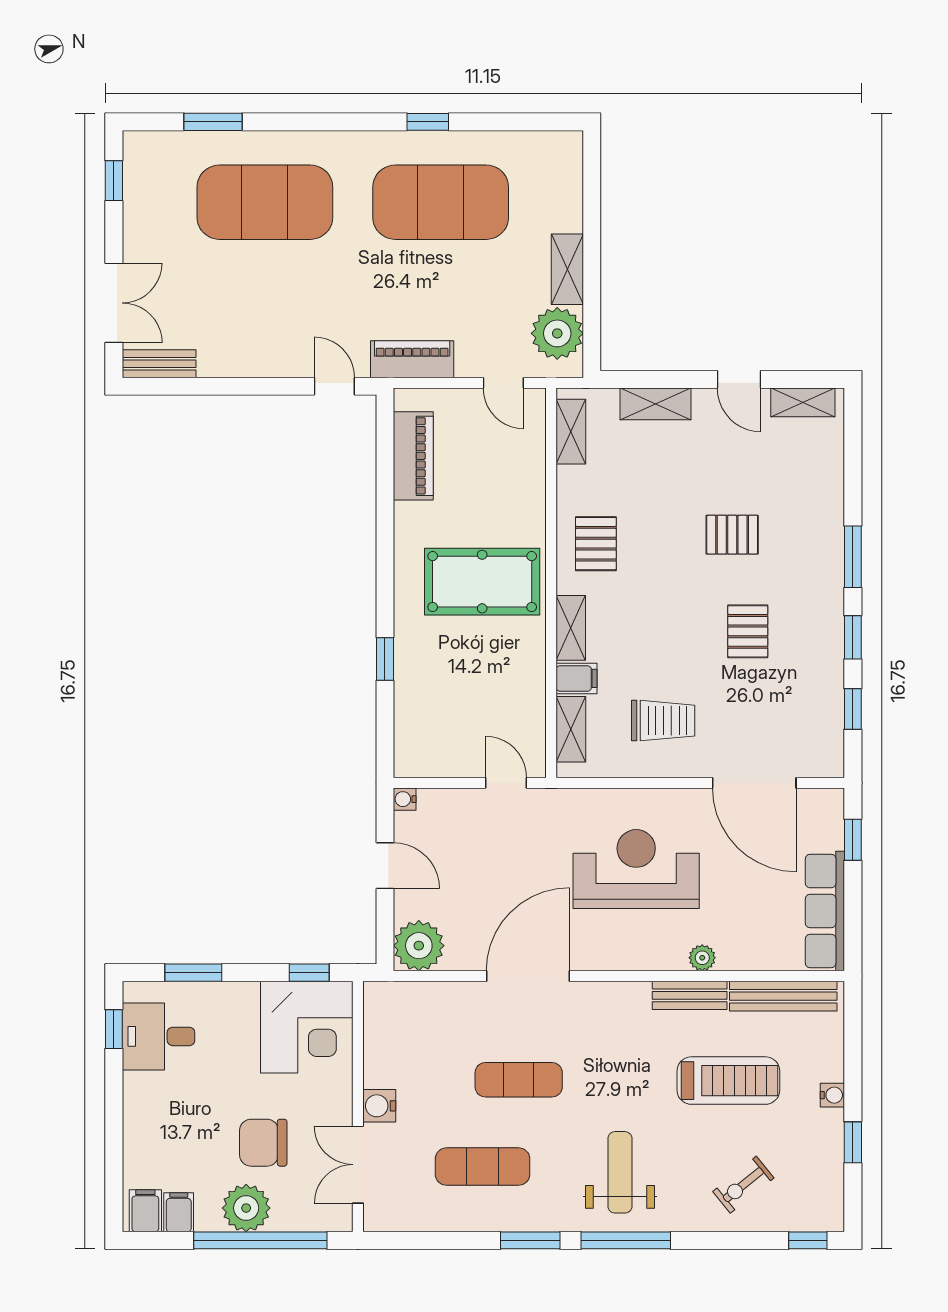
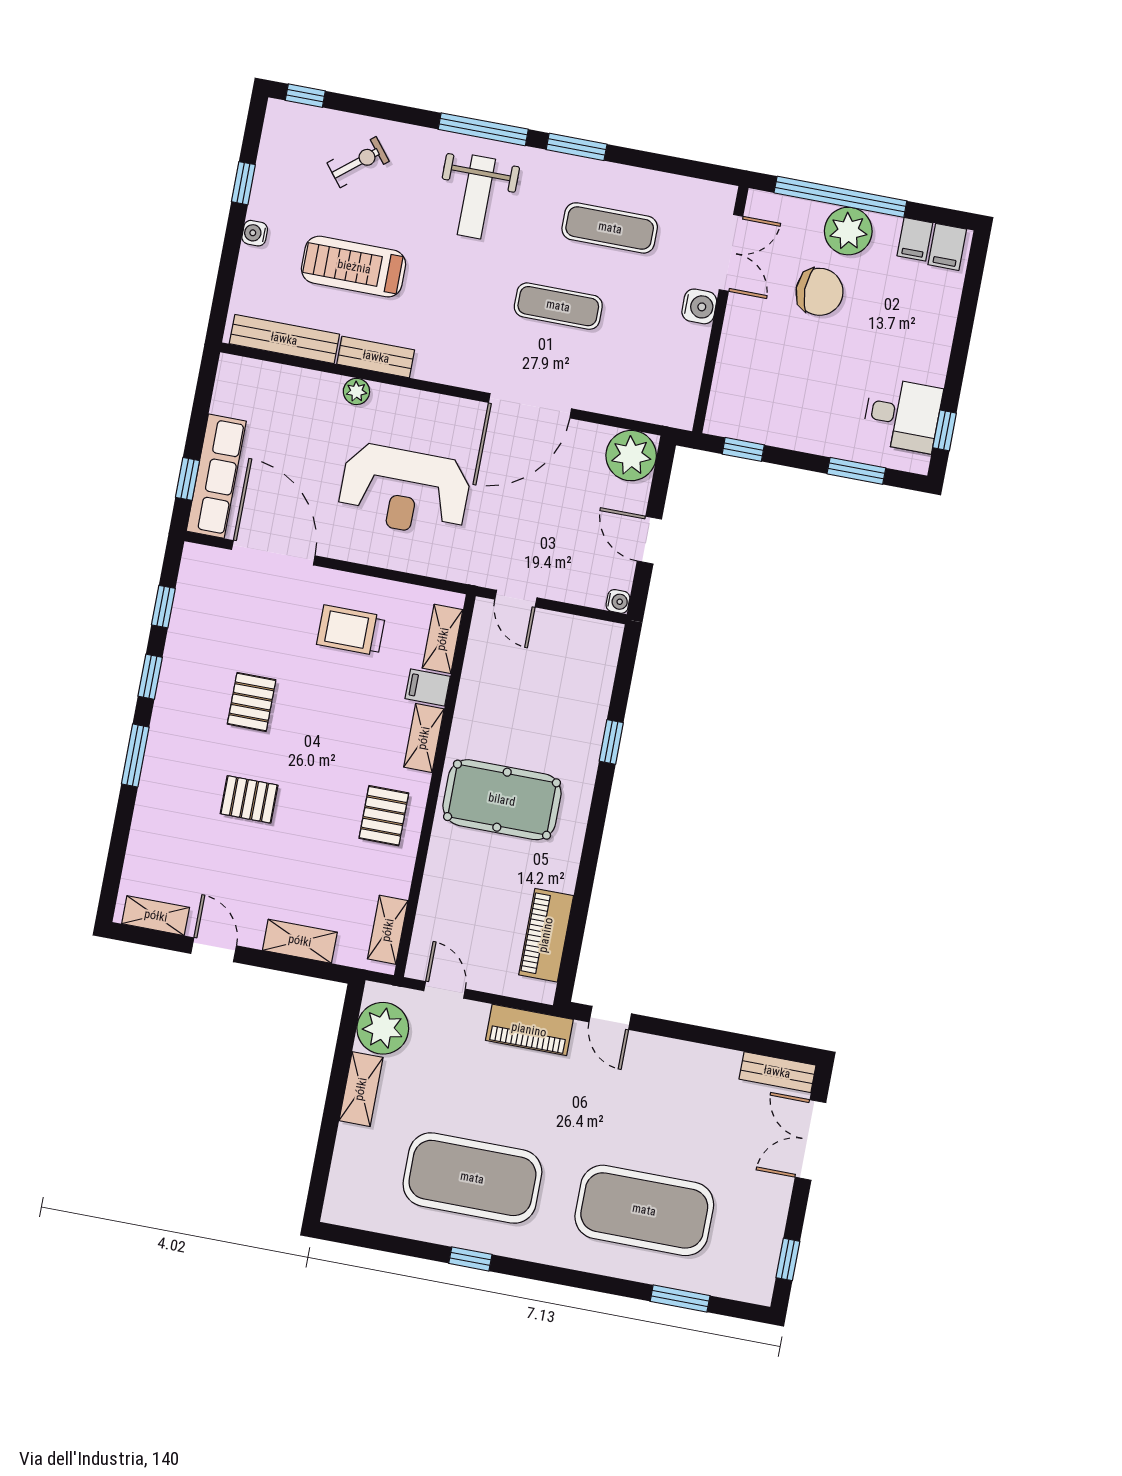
row of seats: (825, 911) -> (216, 476), moved
corner desk: (307, 1027) -> (756, 397), removed

